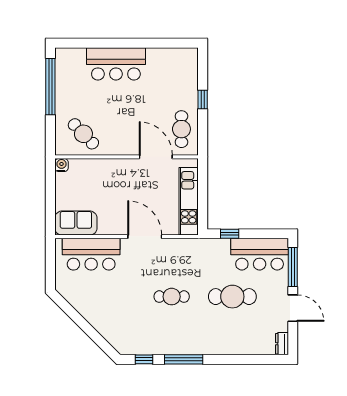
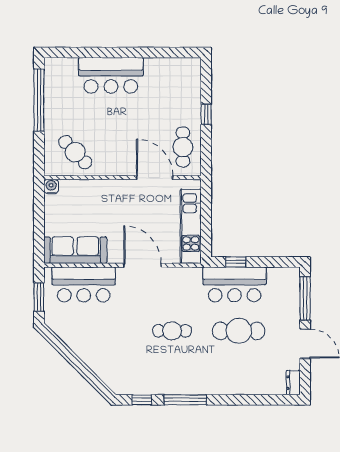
sofa: (76, 223) -> (75, 250), width x1.36
bar counter: (260, 254) -> (235, 284), moved
window: (50, 266) -> (39, 297), added

